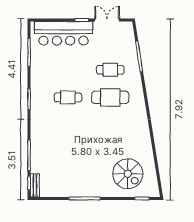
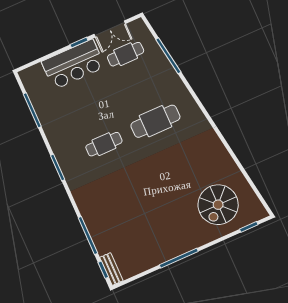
double door: (107, 20) -> (110, 29), swing flipped
bar counter: (64, 33) -> (73, 64), width x0.73
cafe table: (110, 70) -> (126, 54), moved
spiral stairs: (128, 174) -> (218, 205), turned 90

